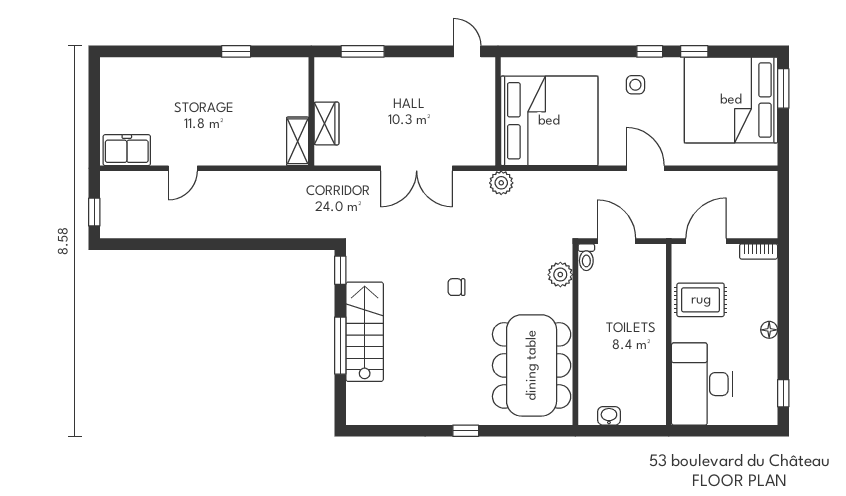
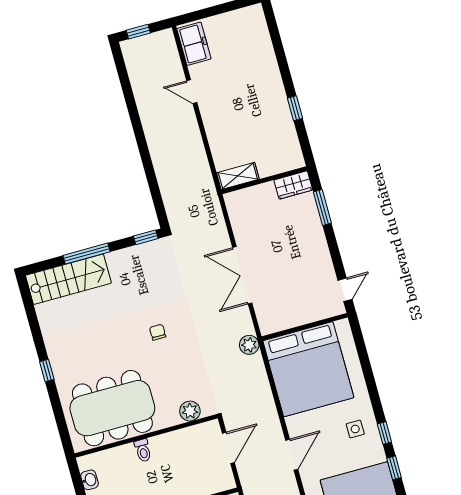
wardrobe: (326, 123) -> (293, 185), moved
toilet: (586, 257) -> (143, 450), moved, turned -90
stairs: (365, 332) -> (68, 279), moved

